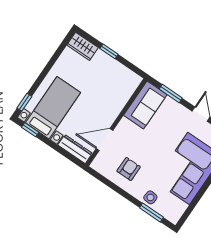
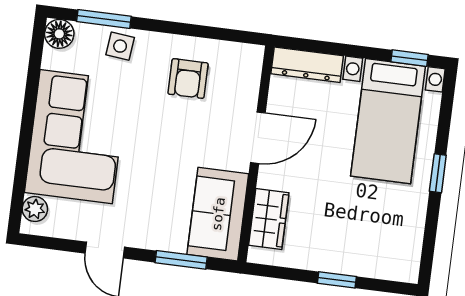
wardrobe: (82, 46) -> (269, 219), moved, turned 90
window: (24, 102) -> (438, 173), moved
door: (104, 140) -> (258, 138), moved
floor lamp: (174, 216) -> (59, 34), added

